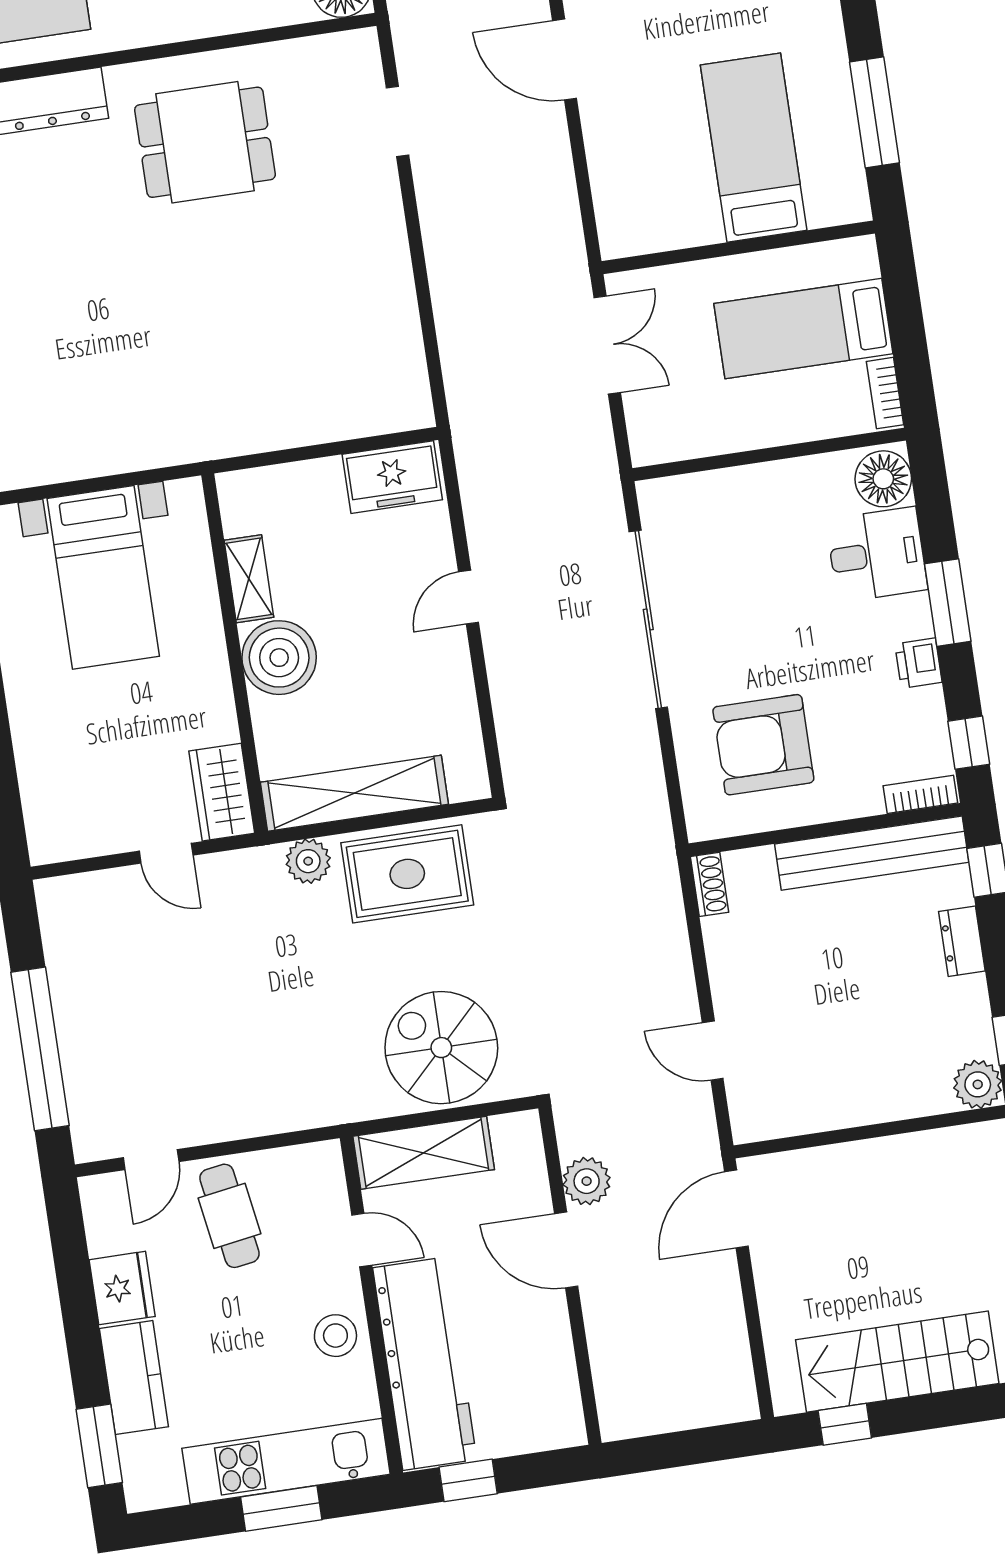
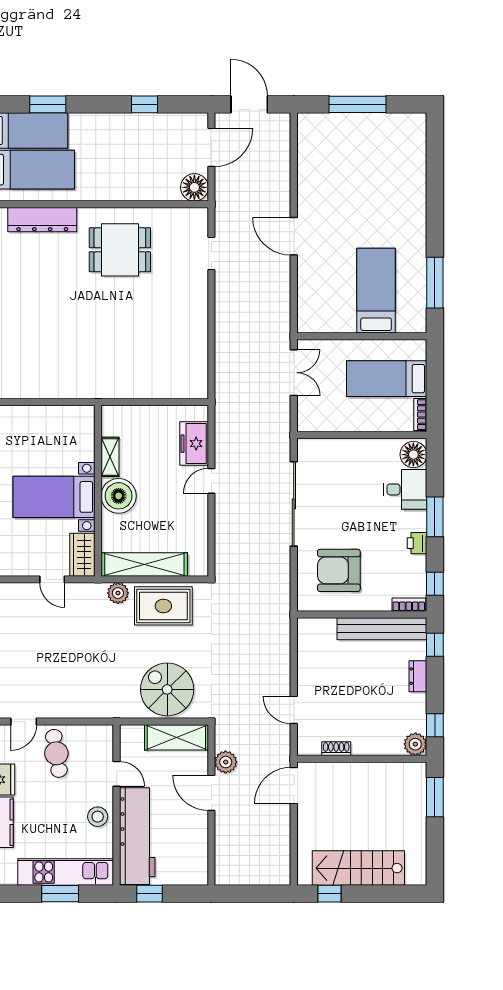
freezer: (392, 477) -> (194, 444), moved, turned 90
bed with nightstands: (103, 577) -> (54, 497), moved, turned 90
shoe rack: (709, 884) -> (336, 749), moved, turned -90
shelving: (424, 1153) -> (176, 737), moved

